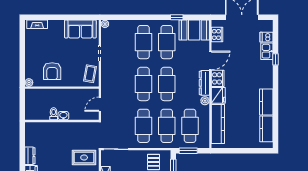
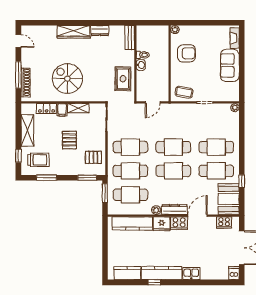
sofa: (80, 29) -> (230, 65), moved
dishwasher: (266, 37) -> (234, 273), moved
kitchen sink: (267, 51) -> (191, 274), moved
window: (275, 59) -> (154, 282), moved
door: (210, 60) -> (198, 216), swing flipped
armchair: (52, 71) -> (186, 53), turned 180
kitchen counter: (266, 102) -> (162, 273), width x1.50
door: (100, 104) -> (153, 102), swing flipped
bench: (37, 127) -> (130, 38), added
rug: (84, 157) -> (123, 79), moved

